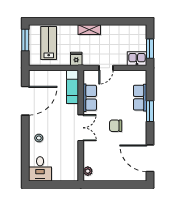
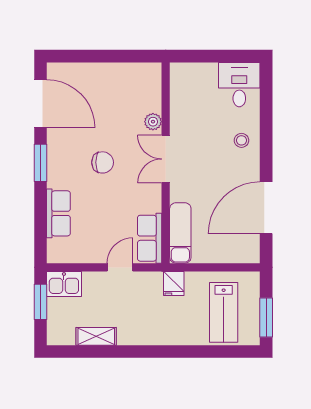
shelving: (89, 30) -> (96, 336), moved
row of seats: (90, 98) -> (150, 238), moved
window: (150, 111) -> (40, 163), moved
plant: (88, 171) -> (153, 122), moved

